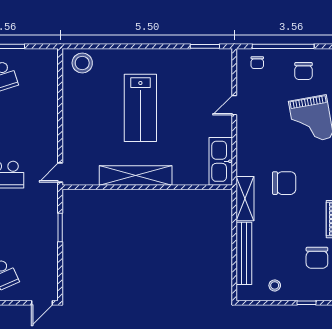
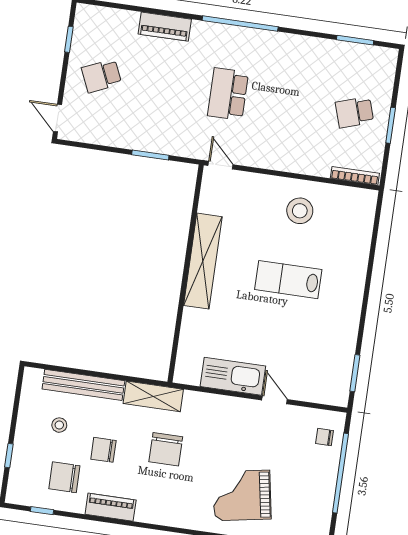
stool: (82, 63) -> (300, 211), moved
bookcase: (53, 68) -> (355, 176), added
chair: (304, 71) -> (103, 450), moved
lab bench: (140, 108) -> (288, 280), width x0.73, depth x0.72
kitchen sink: (221, 161) -> (233, 376), moved
stool: (275, 285) -> (59, 425), moved

